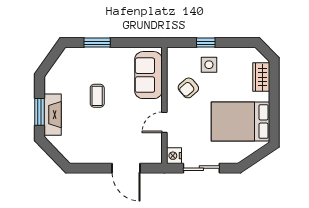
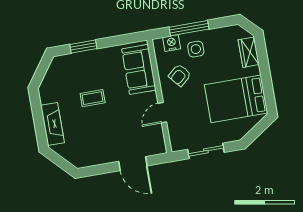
window: (206, 43) -> (189, 28), width x2.17
coffee table: (97, 96) -> (93, 98), turned 90
window: (39, 112) -> (39, 124), removed
nightstand: (174, 156) -> (172, 43), moved, turned 90

